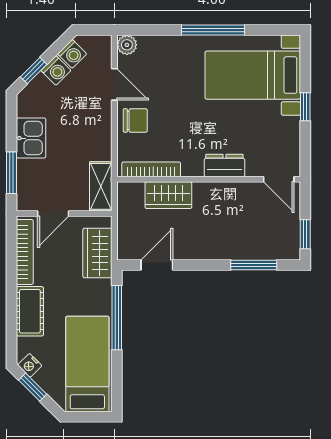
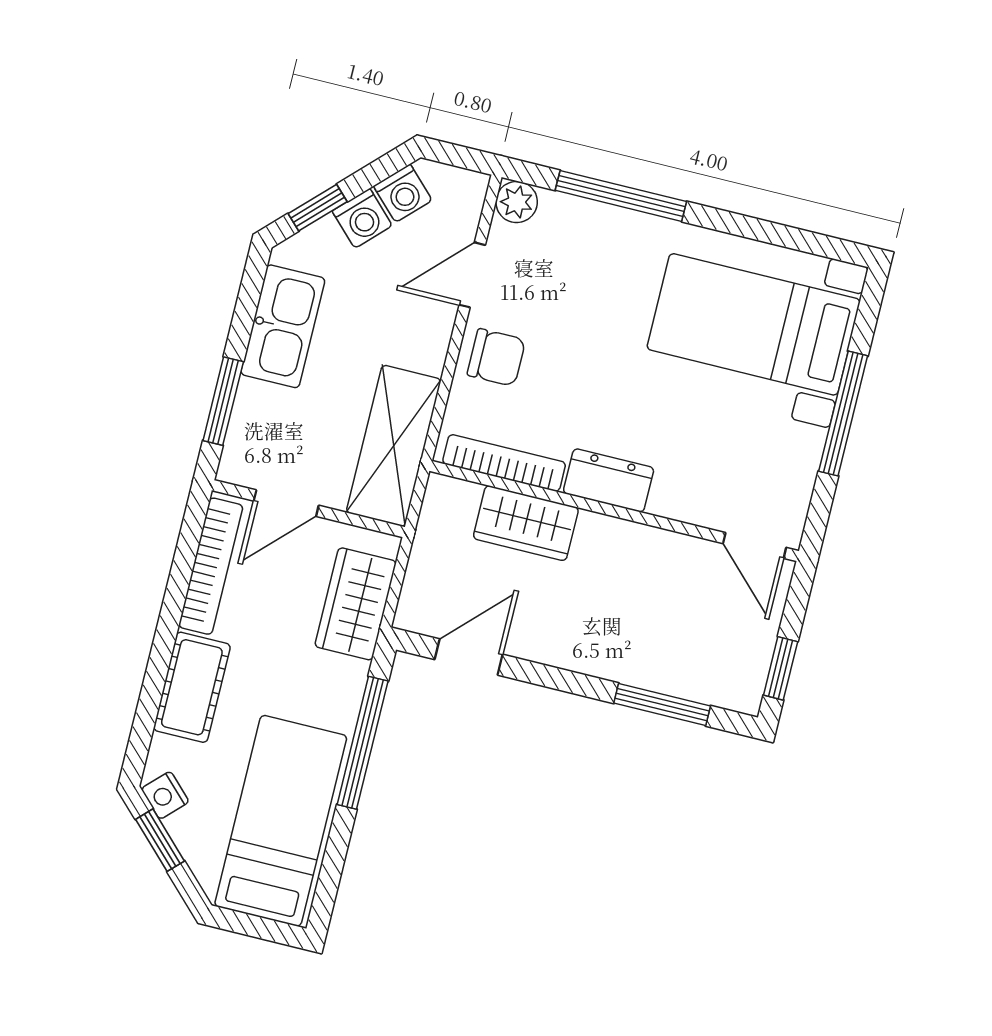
window: (213, 30) -> (621, 196), moved
door: (114, 84) -> (472, 275), swing flipped
window: (305, 107) -> (843, 414), width x2.17
kitchen sink: (31, 138) -> (283, 326), width x1.38
dresser: (224, 165) -> (609, 480), moved
shelving: (101, 186) -> (394, 446), width x1.50, depth x1.33

